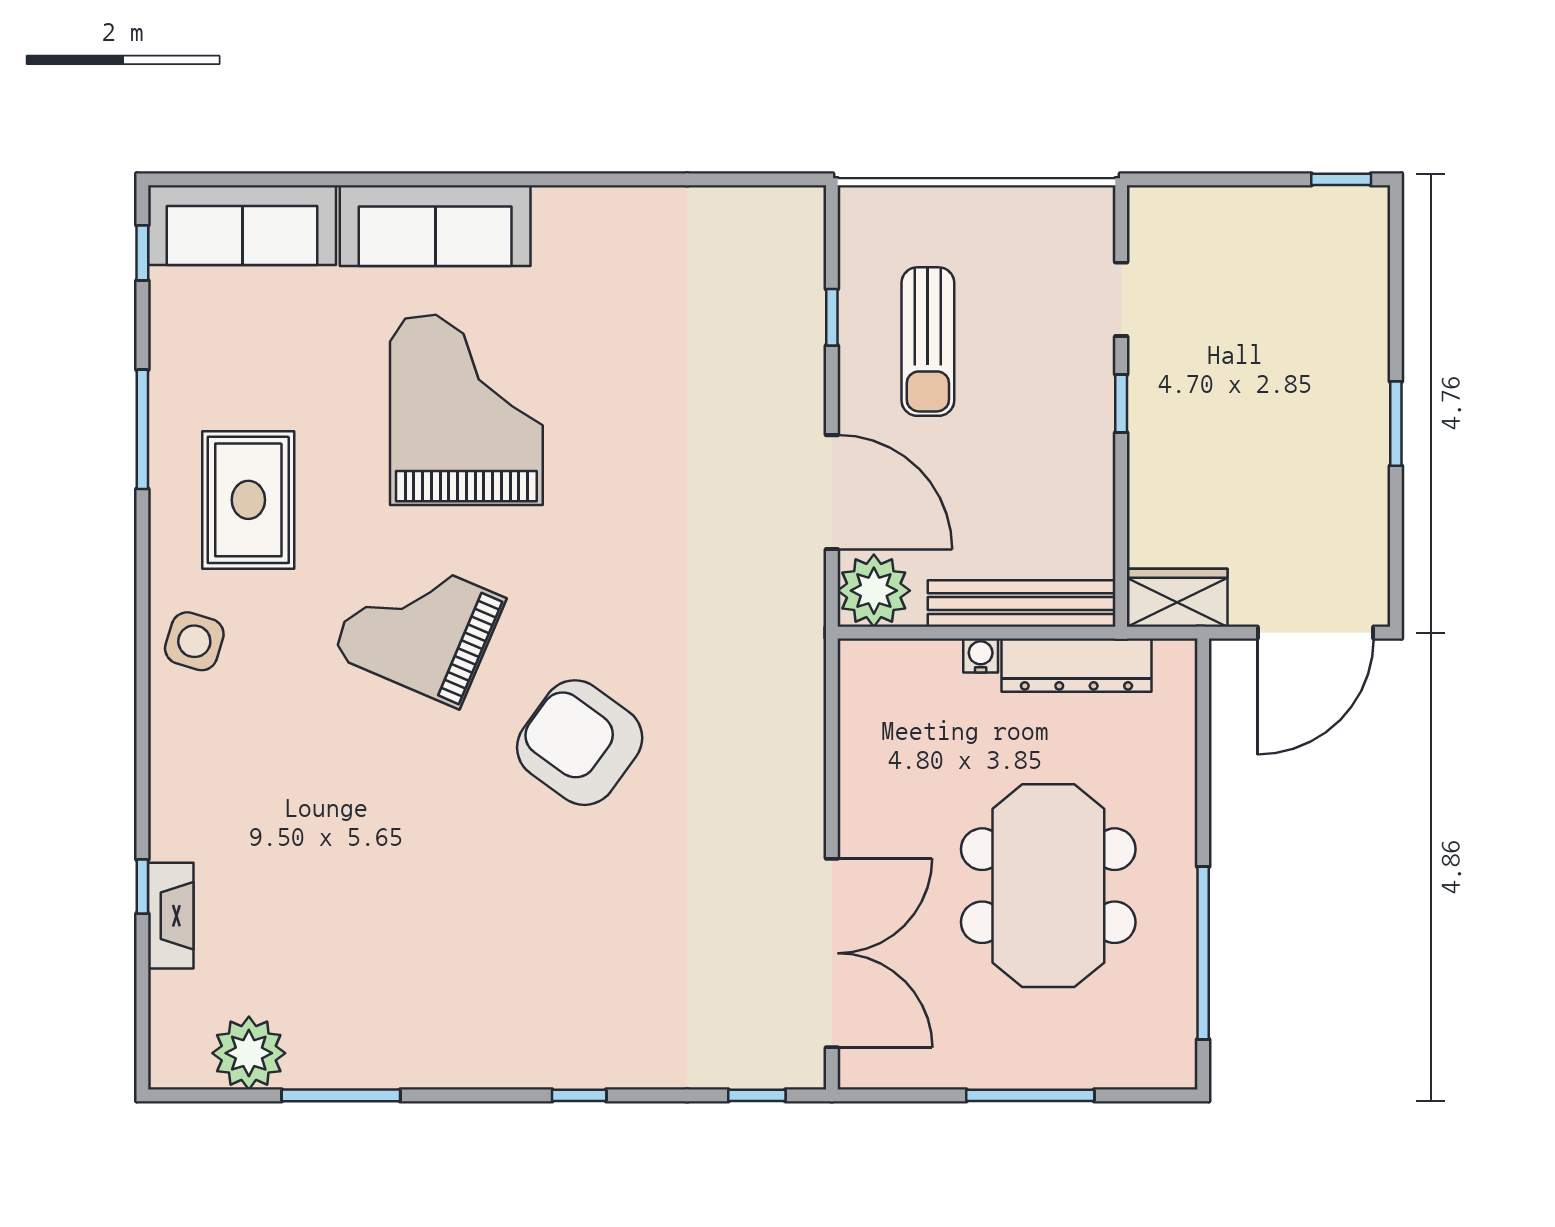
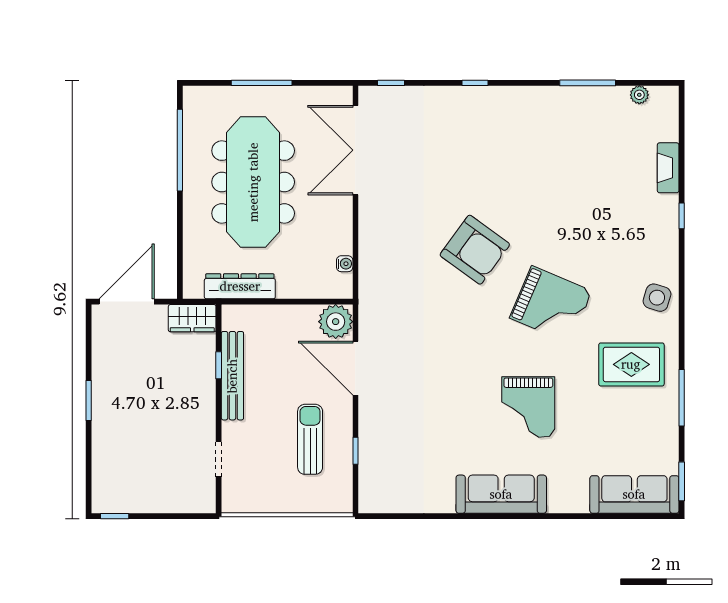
sofa: (435, 226) -> (501, 494), moved
window: (142, 253) -> (682, 481), width x1.50
window: (1121, 403) -> (219, 365), moved
grand piano: (466, 410) -> (528, 407), width x0.73, depth x0.68
rug: (248, 500) -> (631, 364), turned 90
bench: (1022, 604) -> (232, 376), moved, turned 90
water cooler: (981, 656) -> (345, 264), moved, turned -90
meeting table: (1048, 886) -> (253, 182), width x1.36
window: (142, 887) -> (682, 216), moved
plant: (249, 1053) -> (639, 95), width x0.53, depth x0.53

